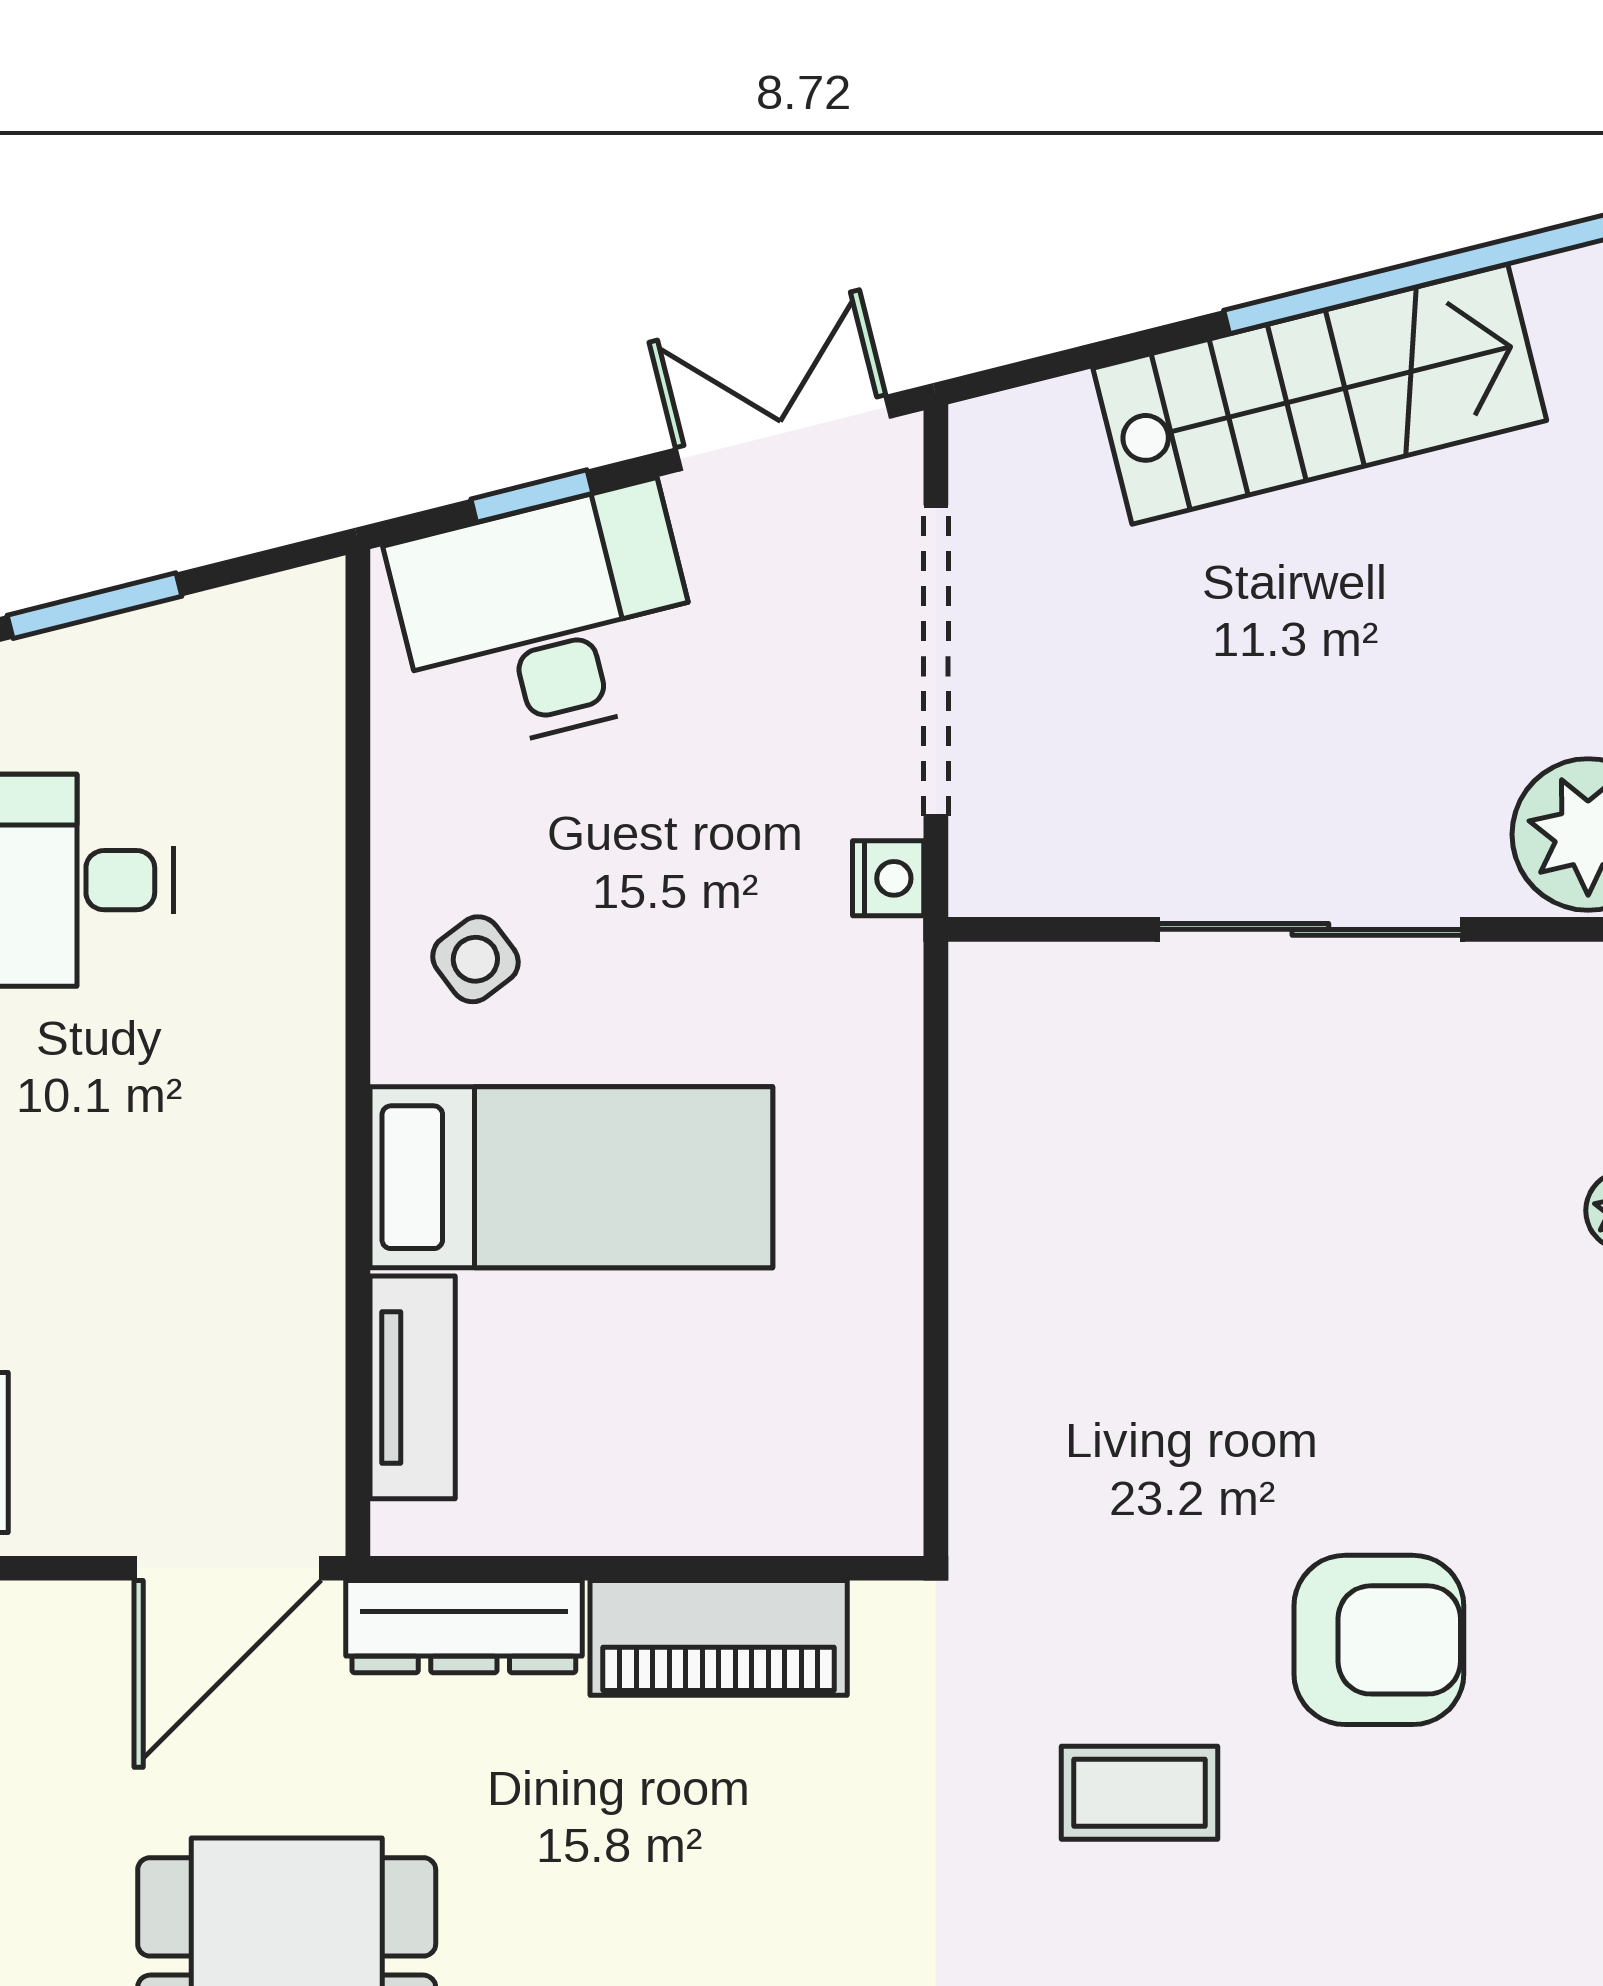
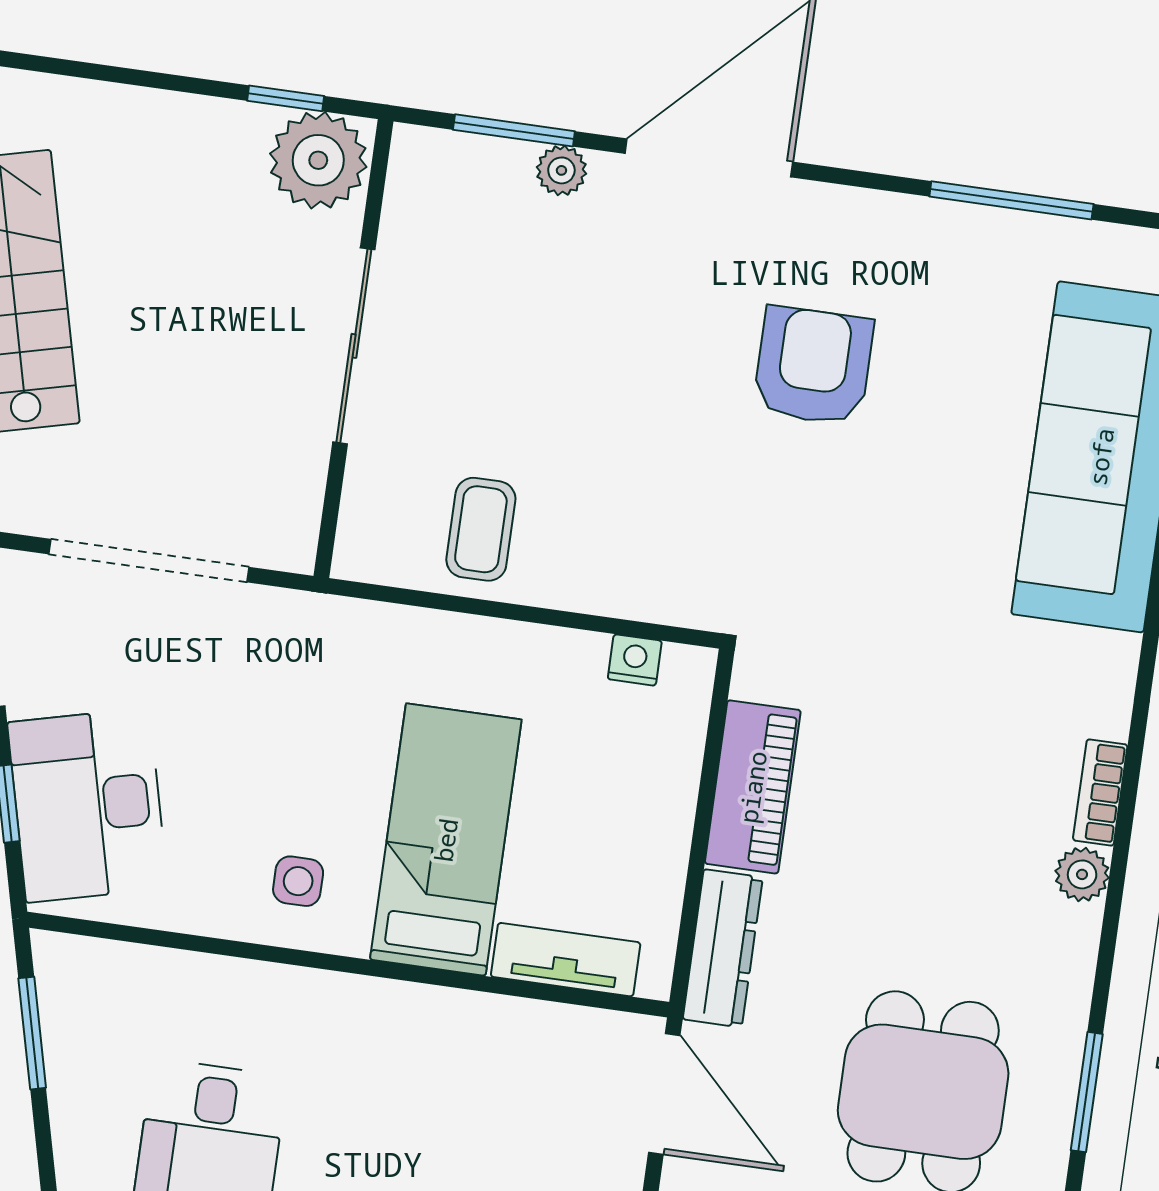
window: (95, 606) -> (32, 1033), moved
nightstand: (888, 878) -> (635, 660), moved
side table: (475, 959) -> (298, 881), turned 37
coffee table: (1139, 1793) -> (481, 529), moved

